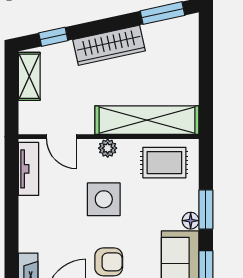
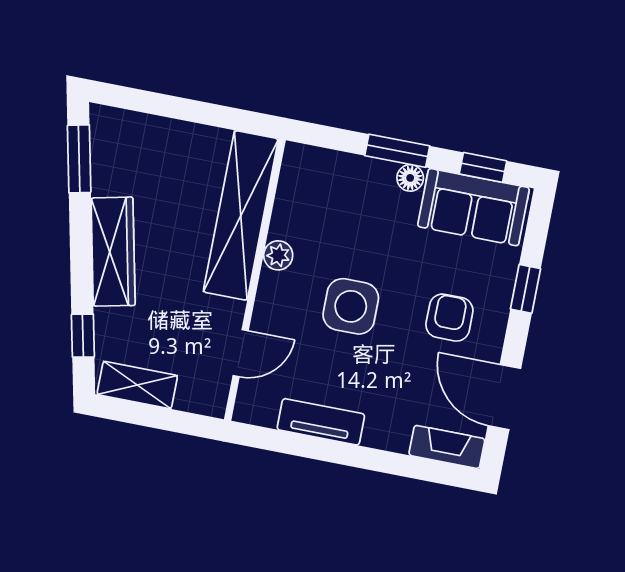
plant: (108, 148) -> (278, 255), moved
rug: (164, 163) -> (312, 201), removed
tv unit: (29, 169) -> (321, 422), moved

